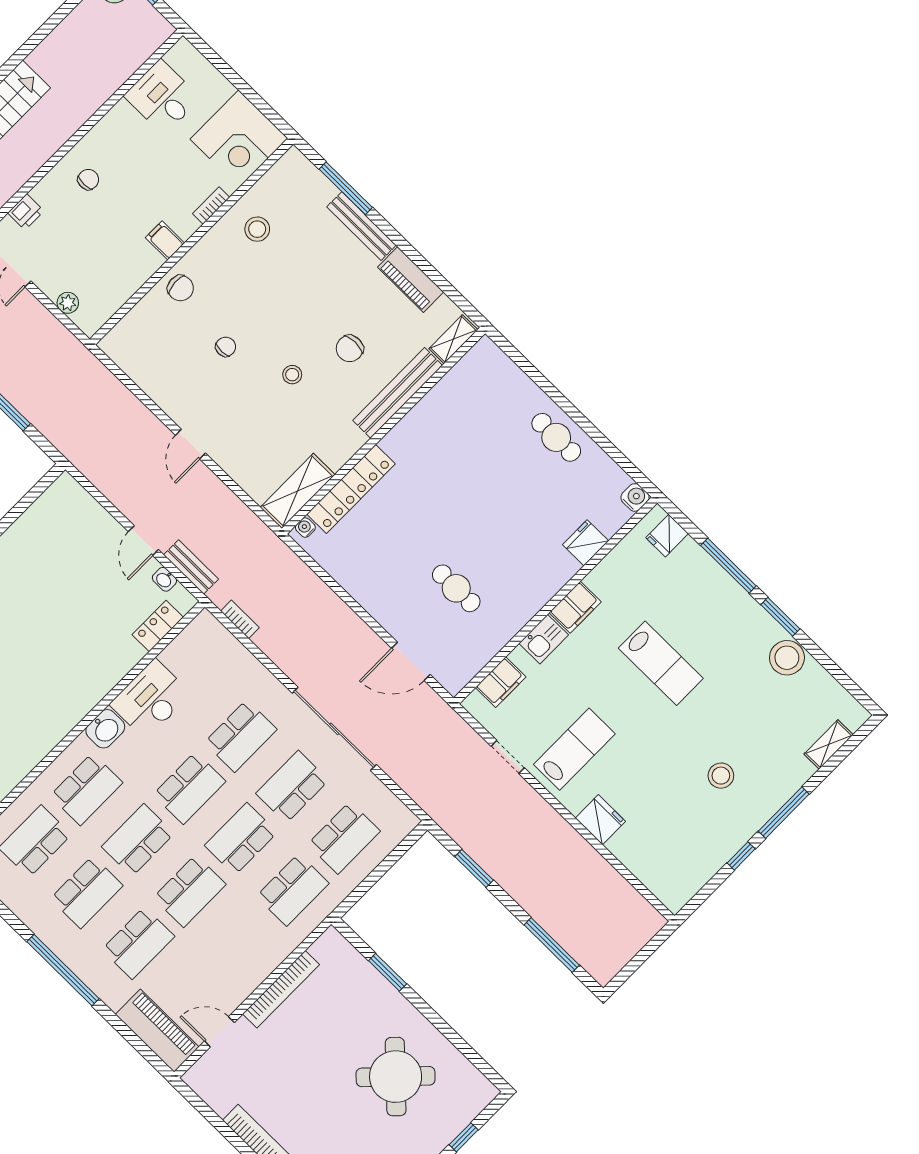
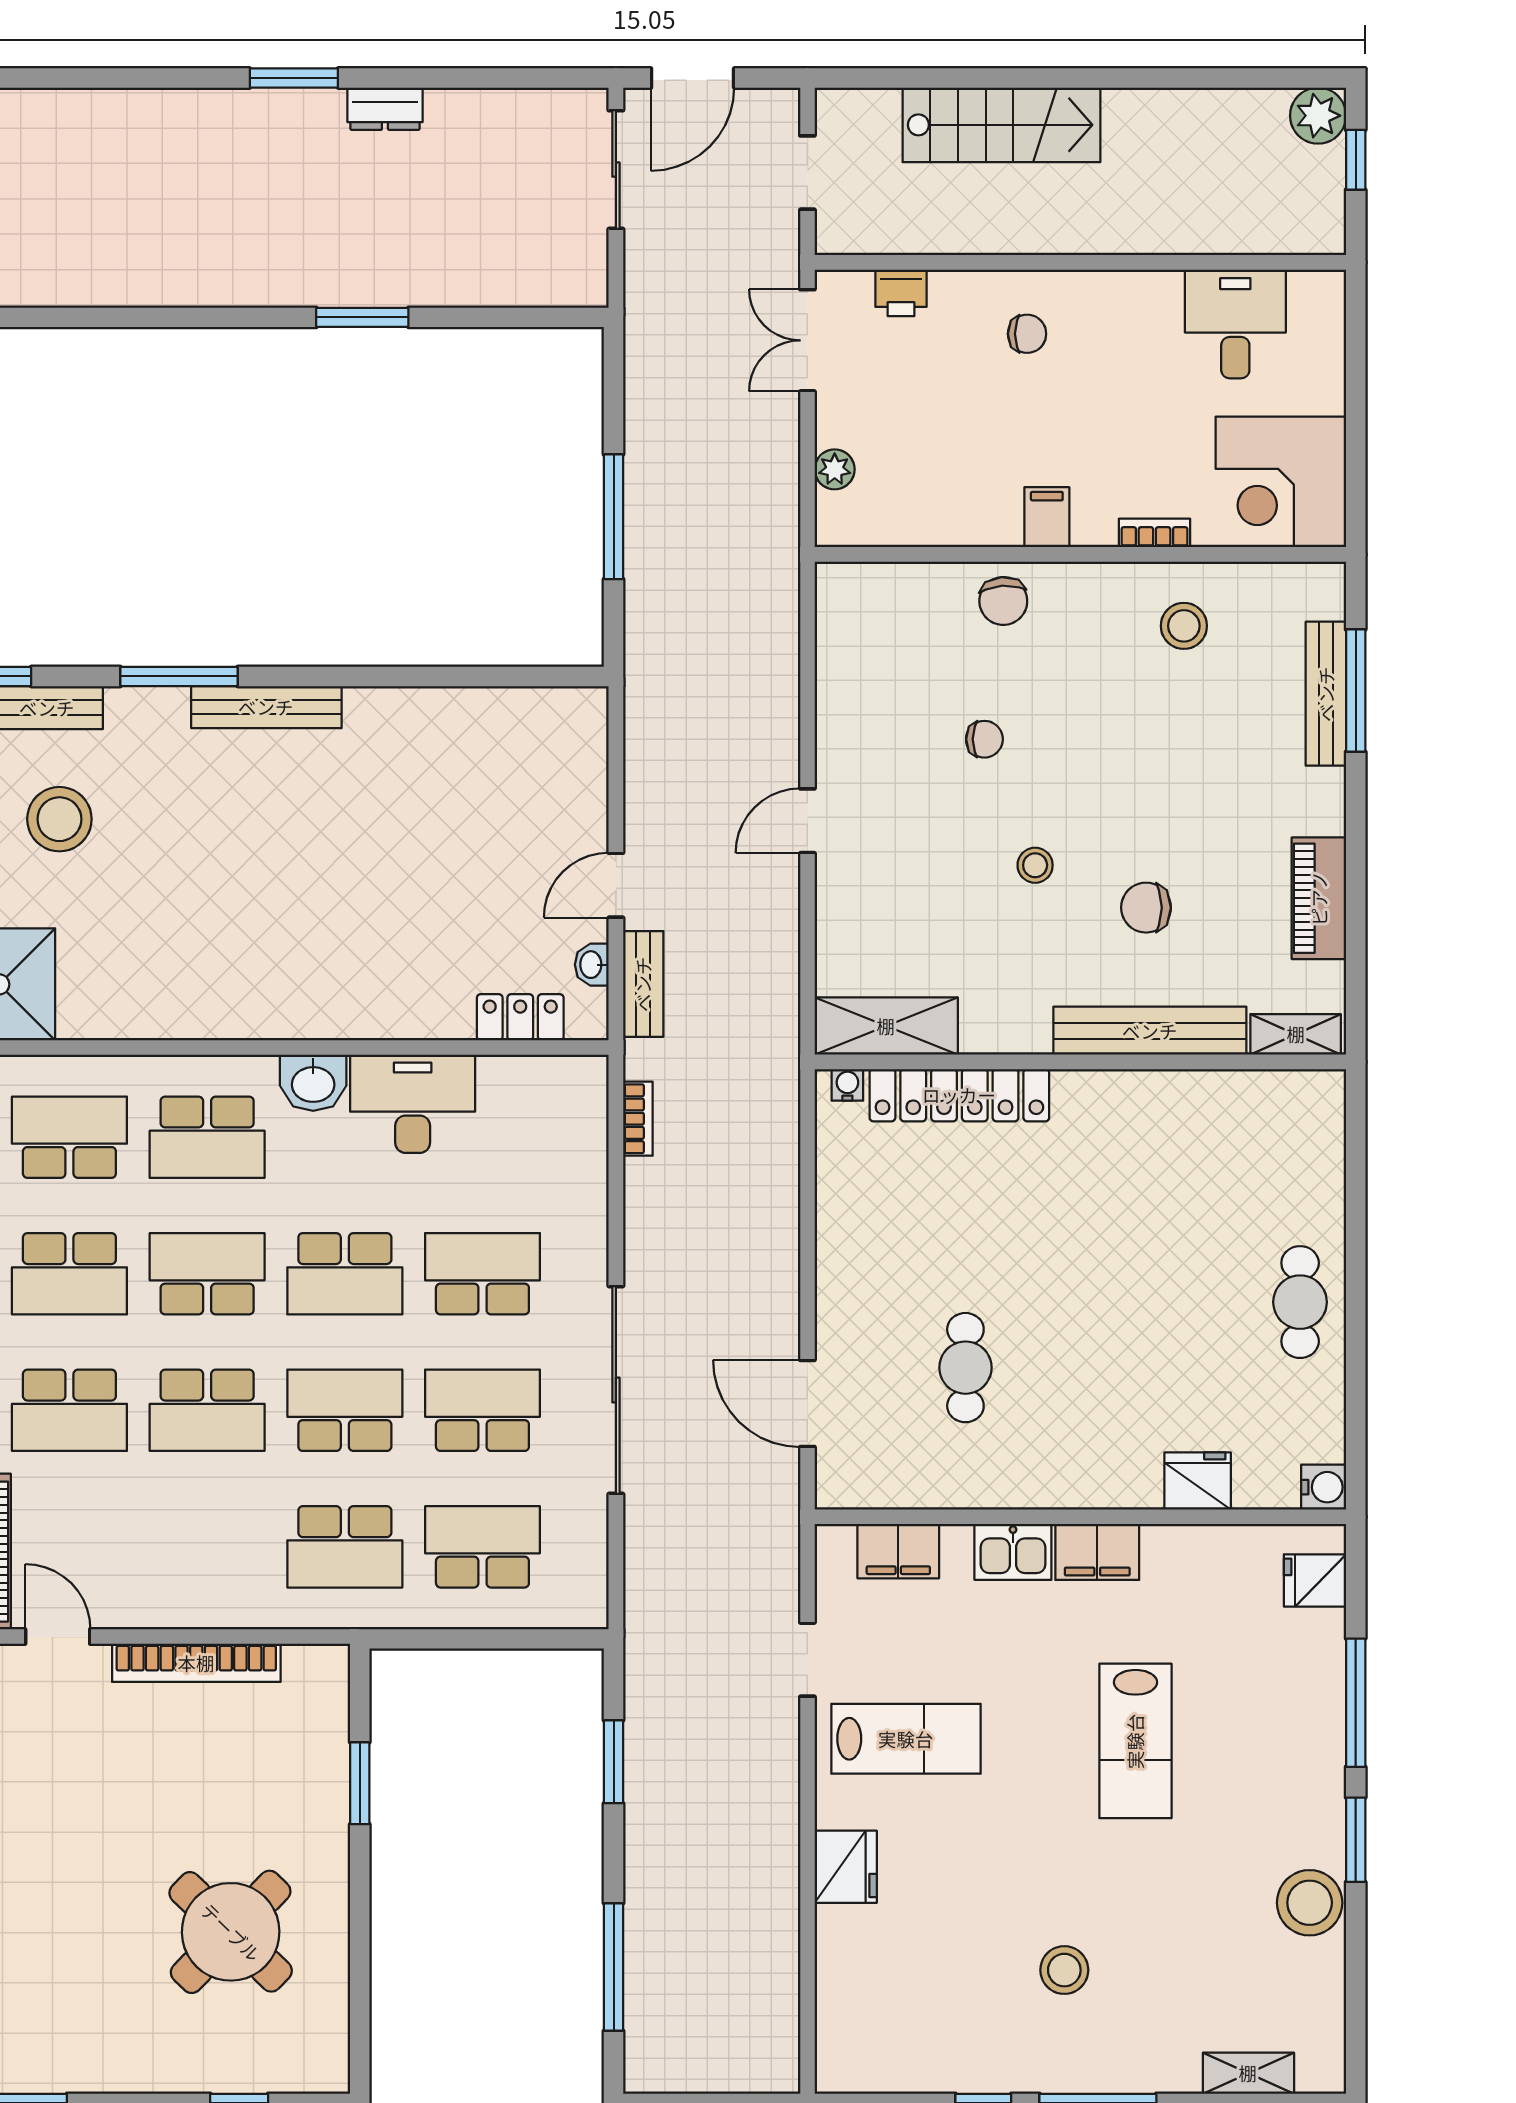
bench: (361, 226) -> (1326, 694), moved
school desk: (241, 736) -> (482, 1274), turned 180
school desk: (344, 838) -> (482, 1547), turned 180

